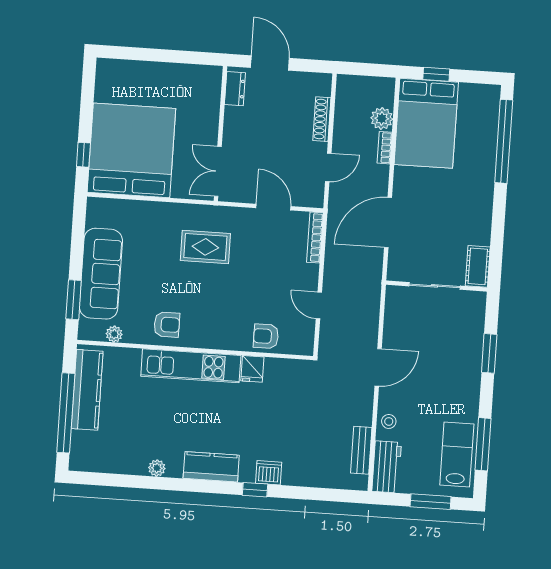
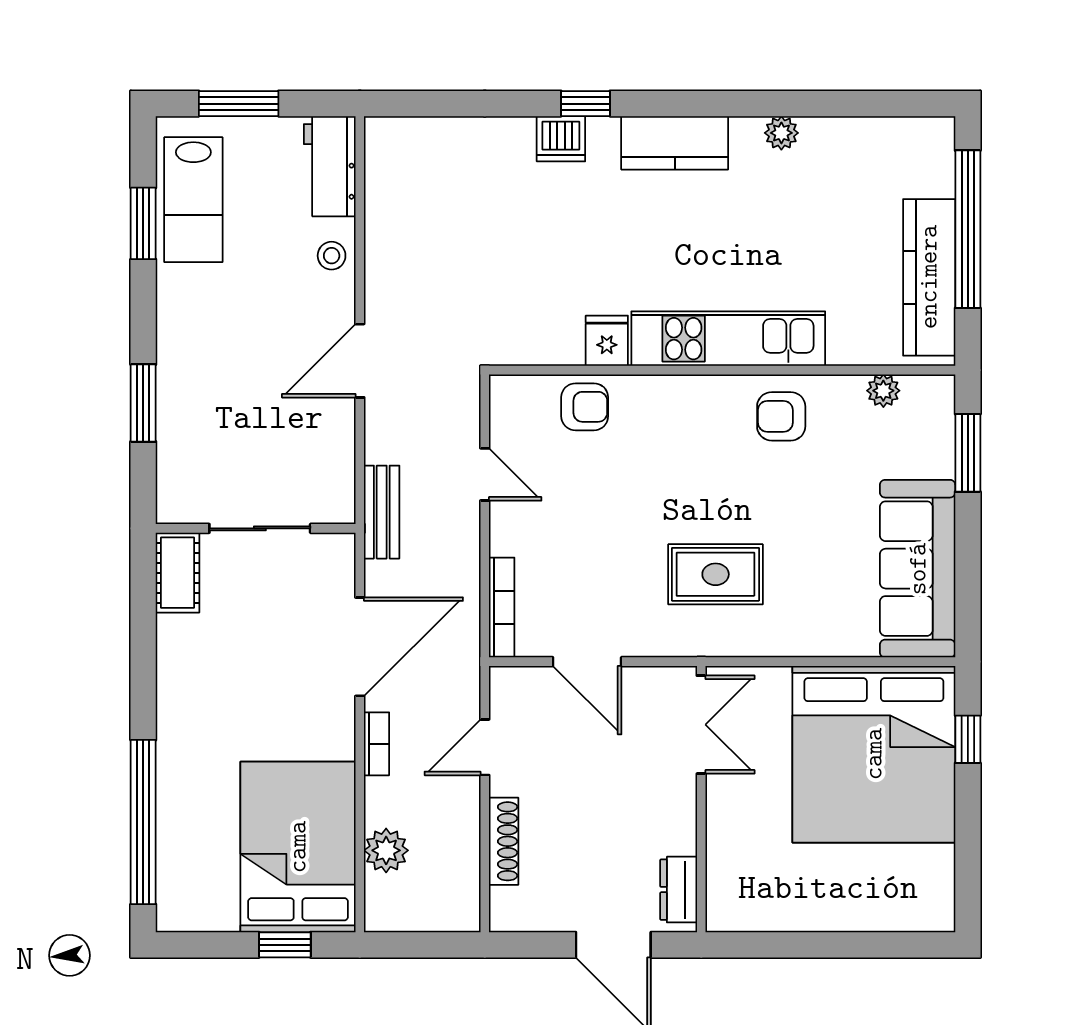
bookcase: (385, 148) -> (377, 744), moved
sofa: (101, 274) -> (918, 569), moved
window: (483, 444) -> (143, 223), width x0.69
bench: (361, 450) -> (382, 512), moved

